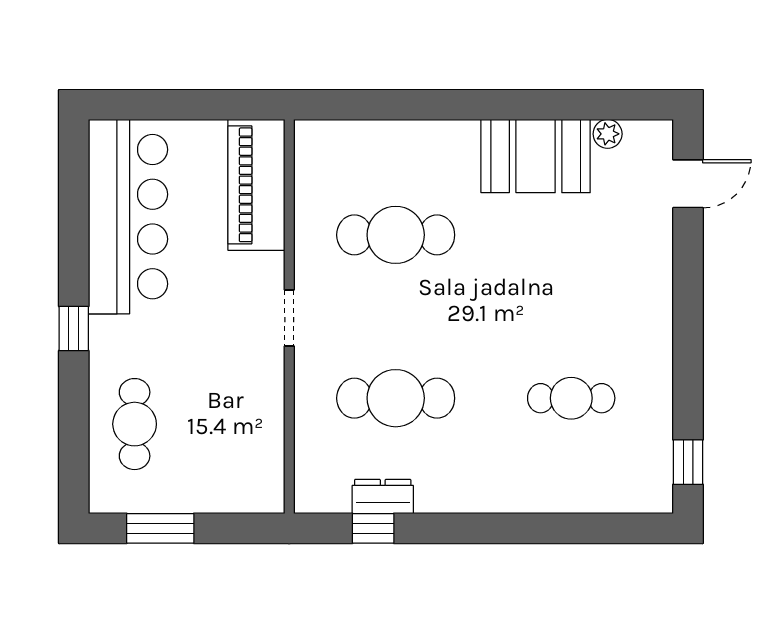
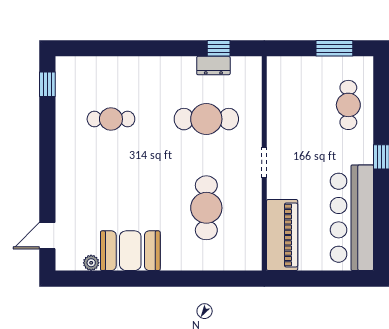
cafe table: (396, 235) -> (206, 208), turned 90

